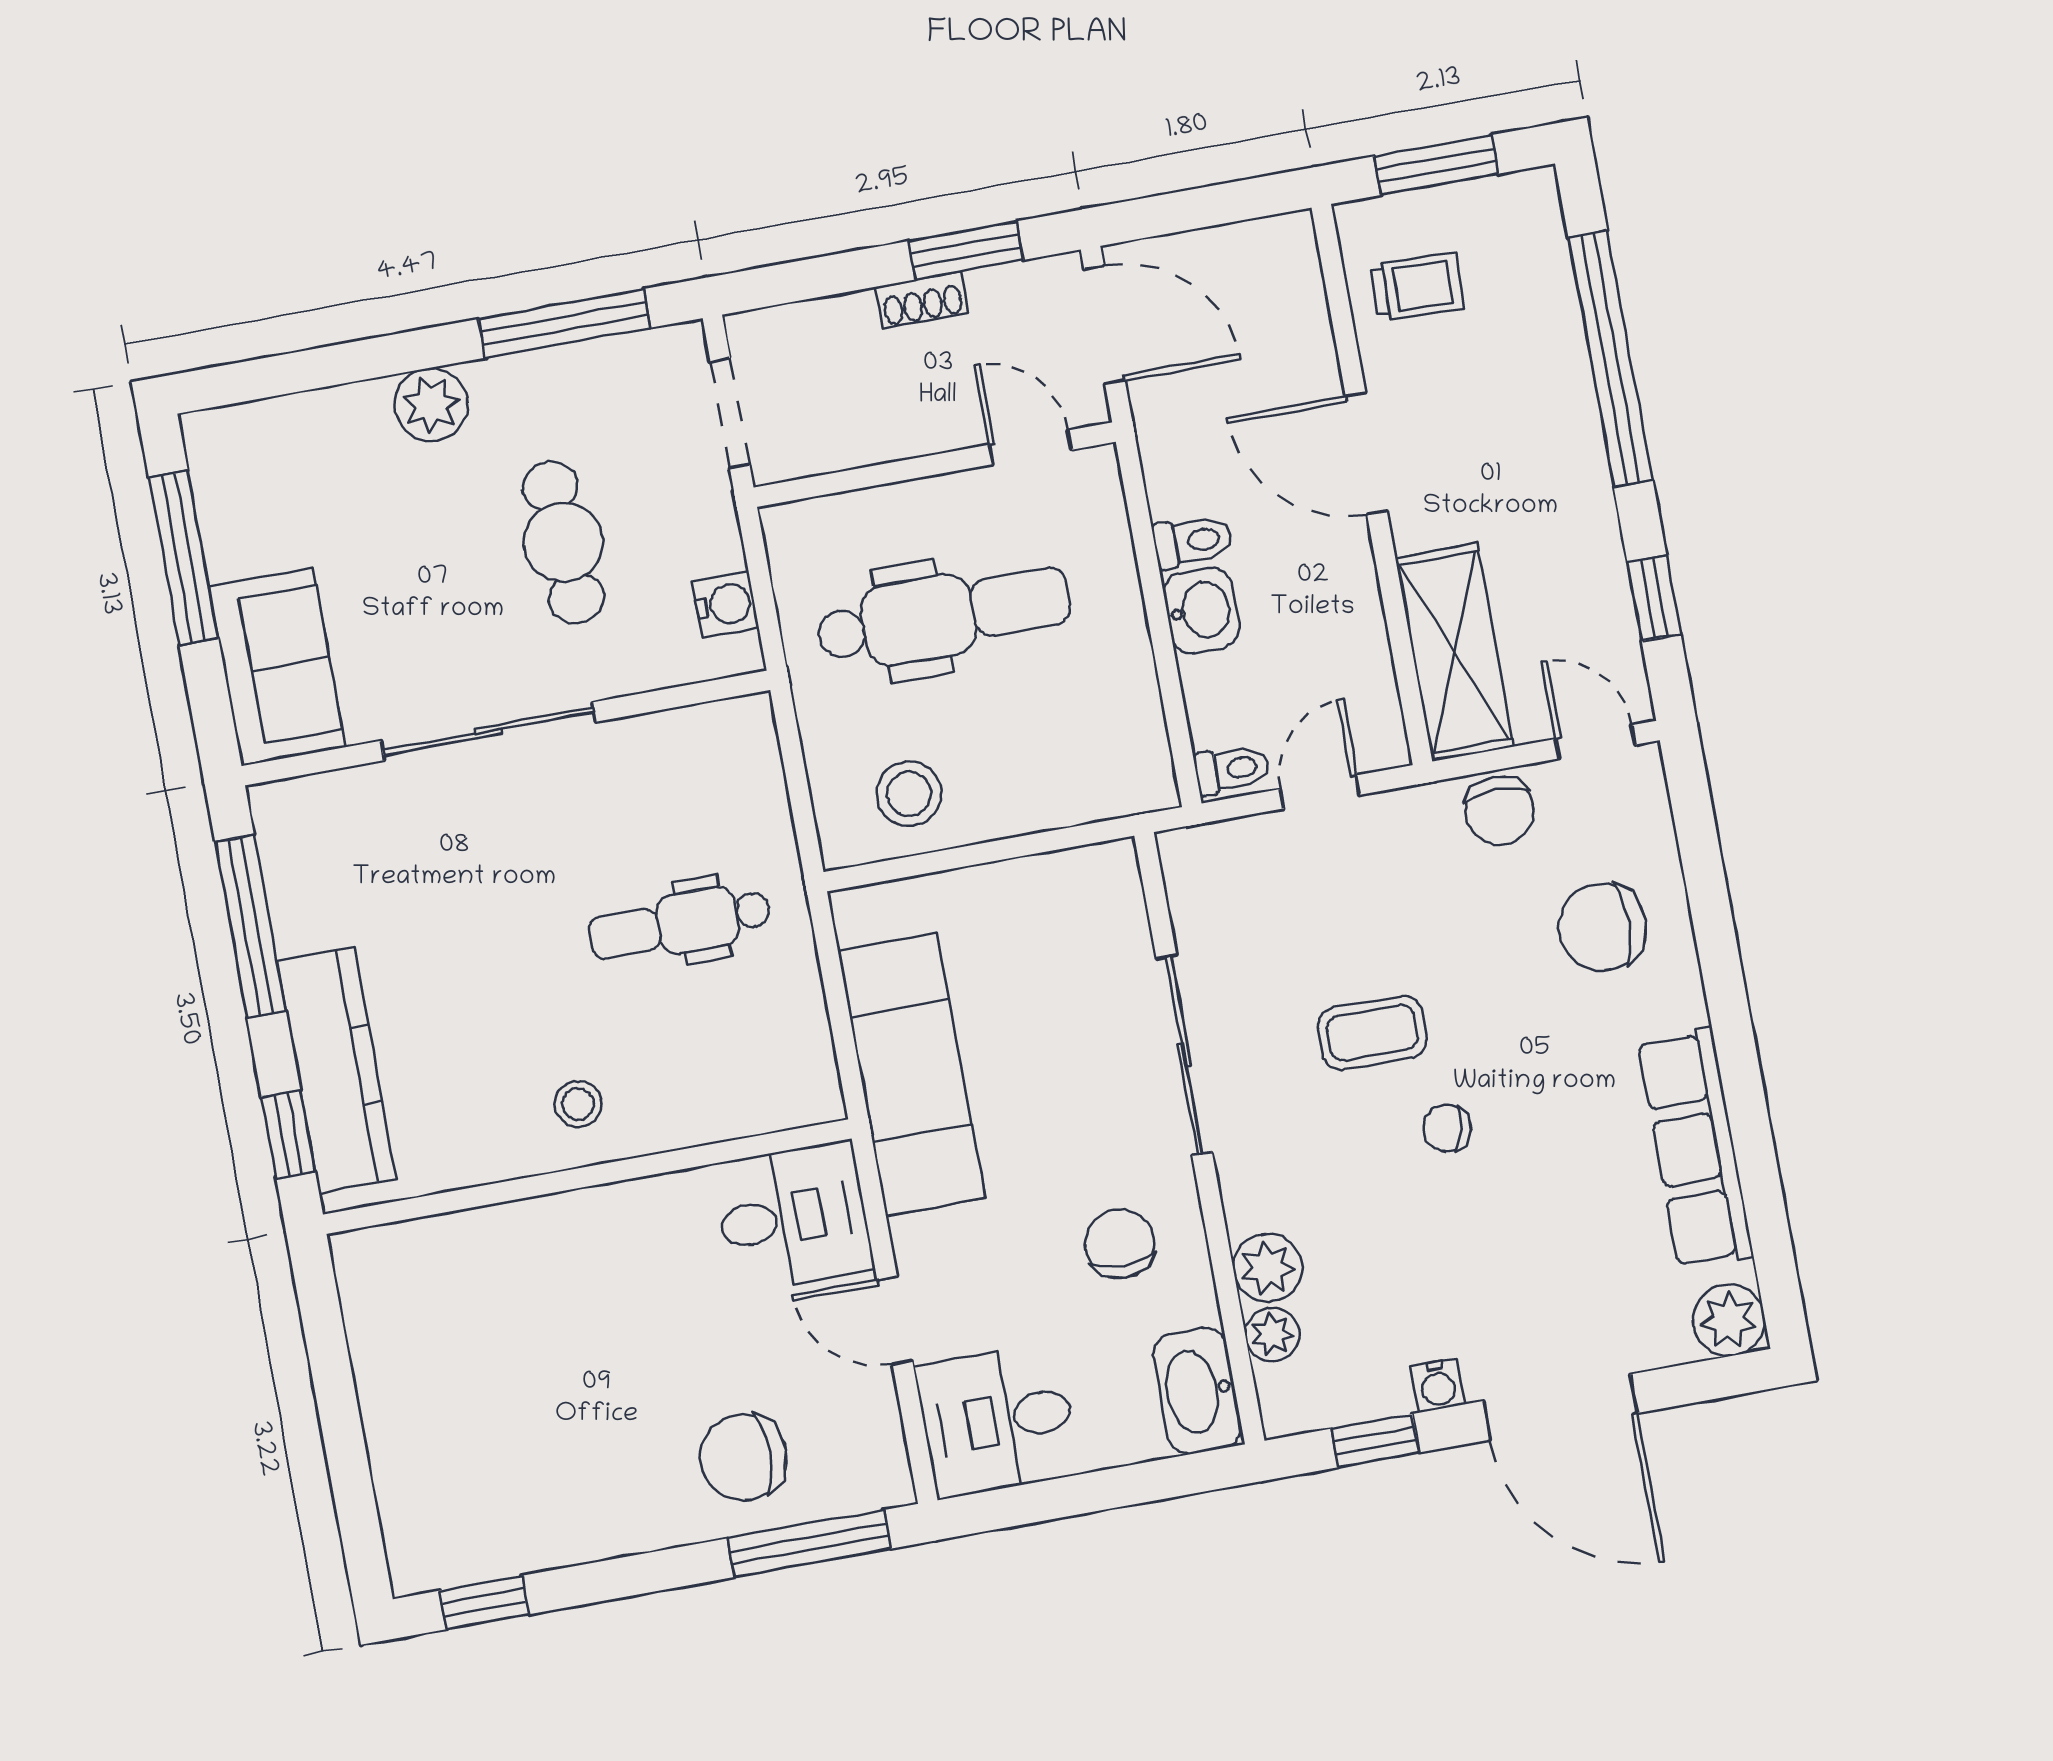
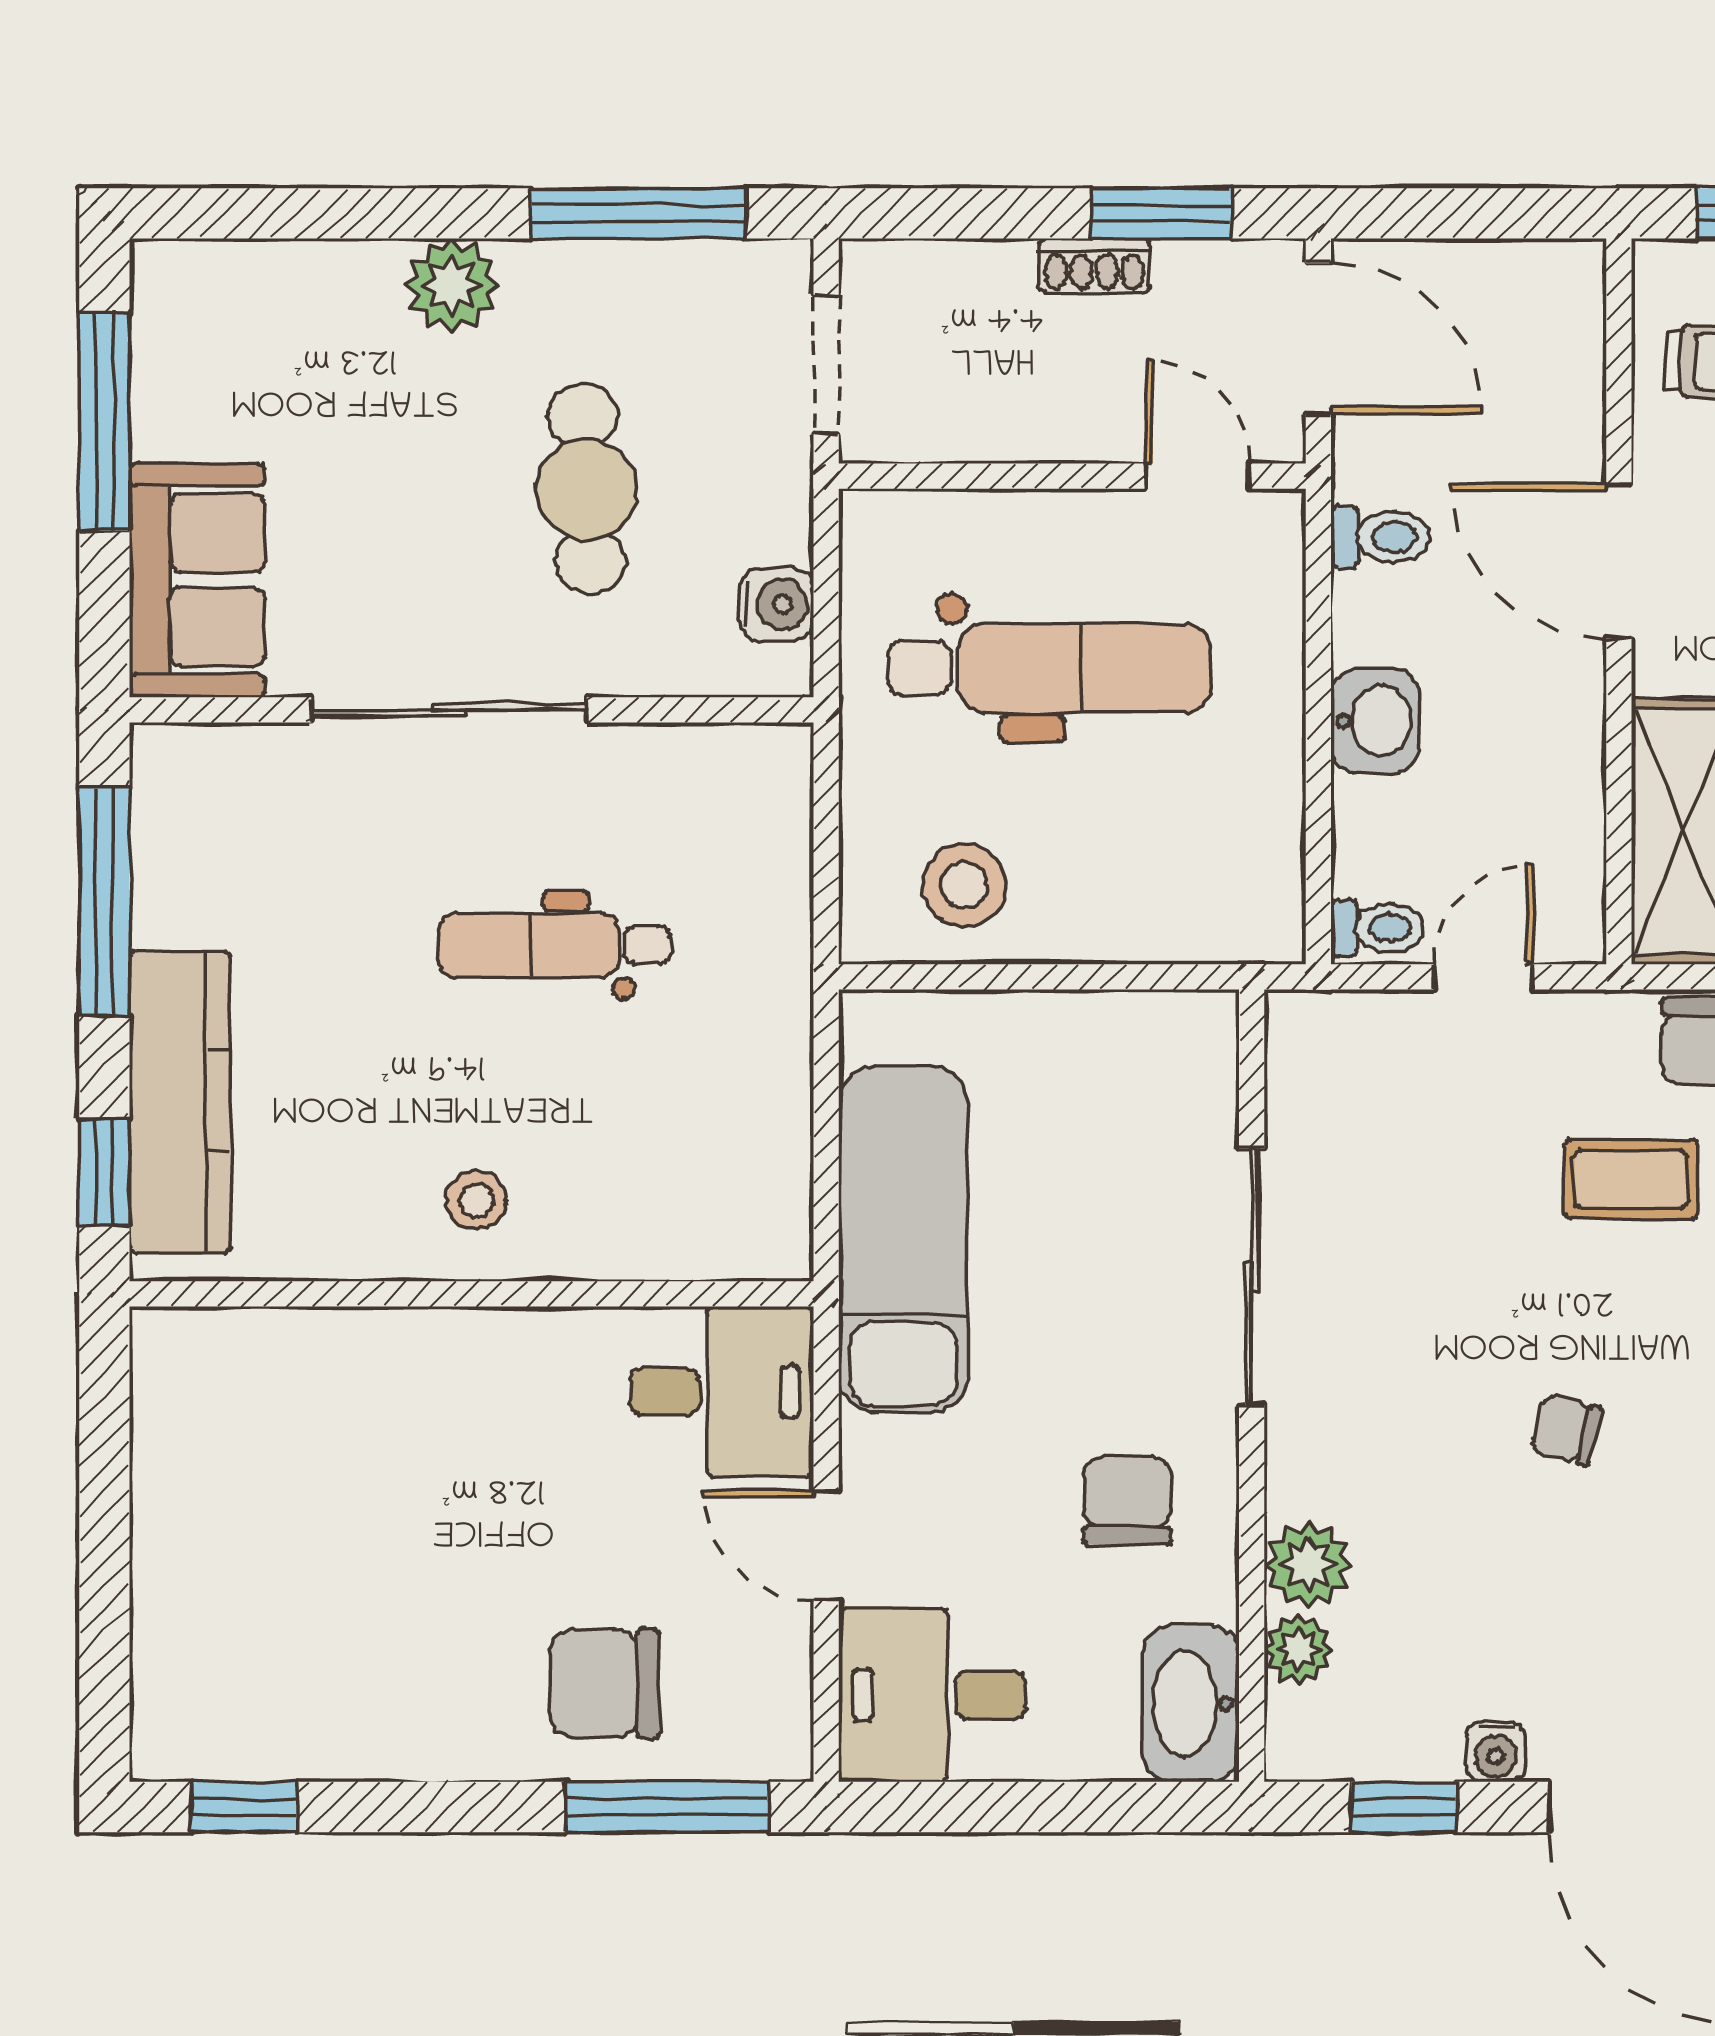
toilet: (1193, 541) -> (1380, 537), moved
dental chair: (680, 924) -> (554, 945), moved
coffee table: (1372, 1033) -> (1631, 1179), moved

